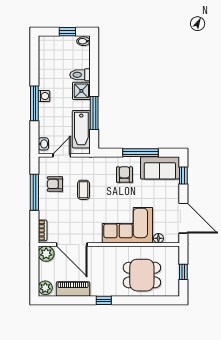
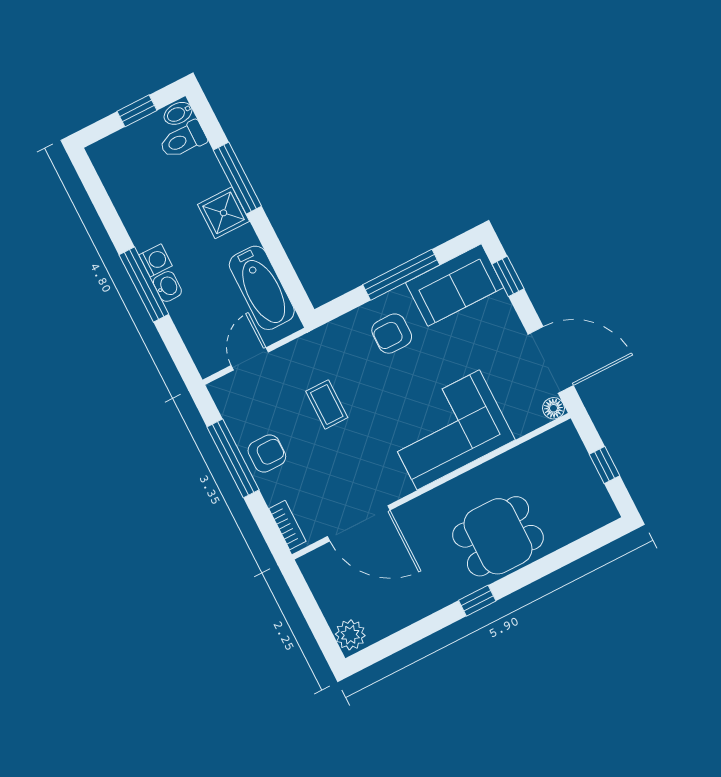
toilet: (80, 75) -> (183, 140), moved
window: (94, 113) -> (237, 178), moved
washbasin: (43, 144) -> (167, 286), moved
armchair: (124, 175) -> (392, 334), turned -90
armchair: (55, 184) -> (267, 454), moved, turned 180
floor lamp: (158, 238) -> (553, 408), moved
plant: (46, 254) -> (318, 567), removed
dining table: (142, 275) -> (498, 536), moved
piano: (73, 289) -> (406, 609), removed

